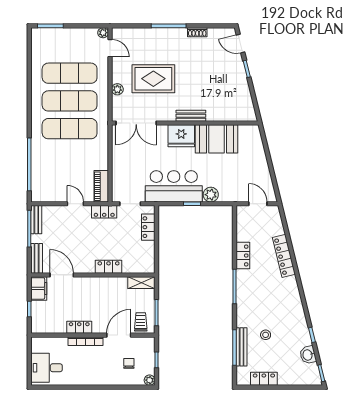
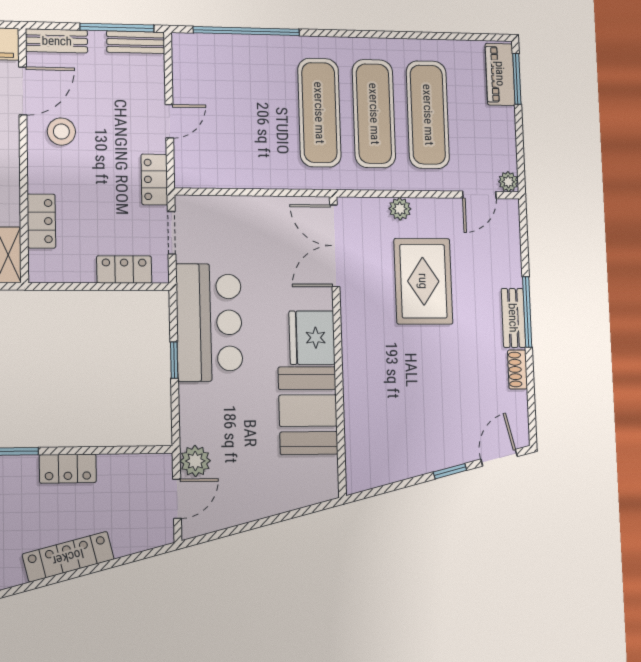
bench: (191, 116) -> (513, 318), moved
piano: (101, 186) -> (500, 74), moved, turned -90
plant: (211, 195) -> (195, 461), moved
stool: (81, 257) -> (61, 132), added
locker: (109, 267) -> (41, 221), moved

